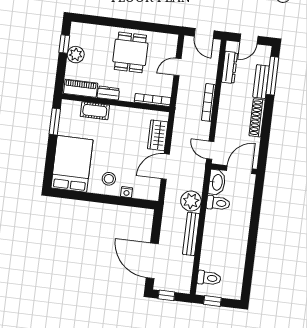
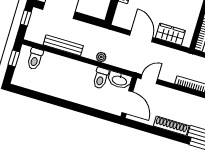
plant: (191, 201) -> (101, 57), width x0.53, depth x0.53
bench: (191, 234) -> (63, 45), moved

